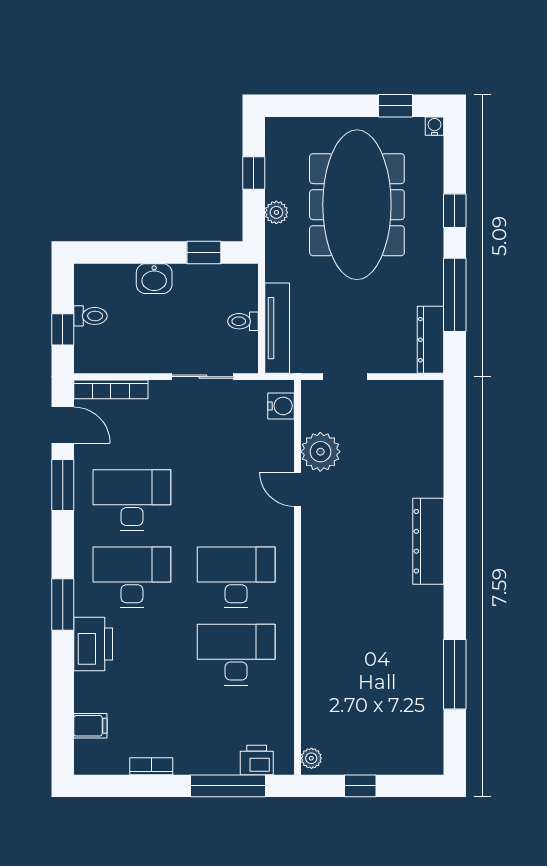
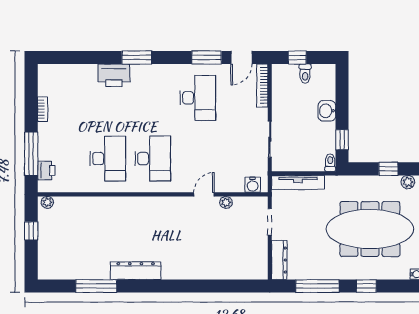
plant: (276, 212) -> (408, 182), moved
toilet: (243, 321) -> (330, 163), moved
dresser: (431, 340) -> (279, 260), moved, turned 90
plant: (320, 452) -> (226, 202), width x0.53, depth x0.53
dresser: (428, 541) -> (136, 271), moved
desk: (132, 577) -> (153, 98), removed
filing cabinet: (90, 726) -> (66, 74), removed

